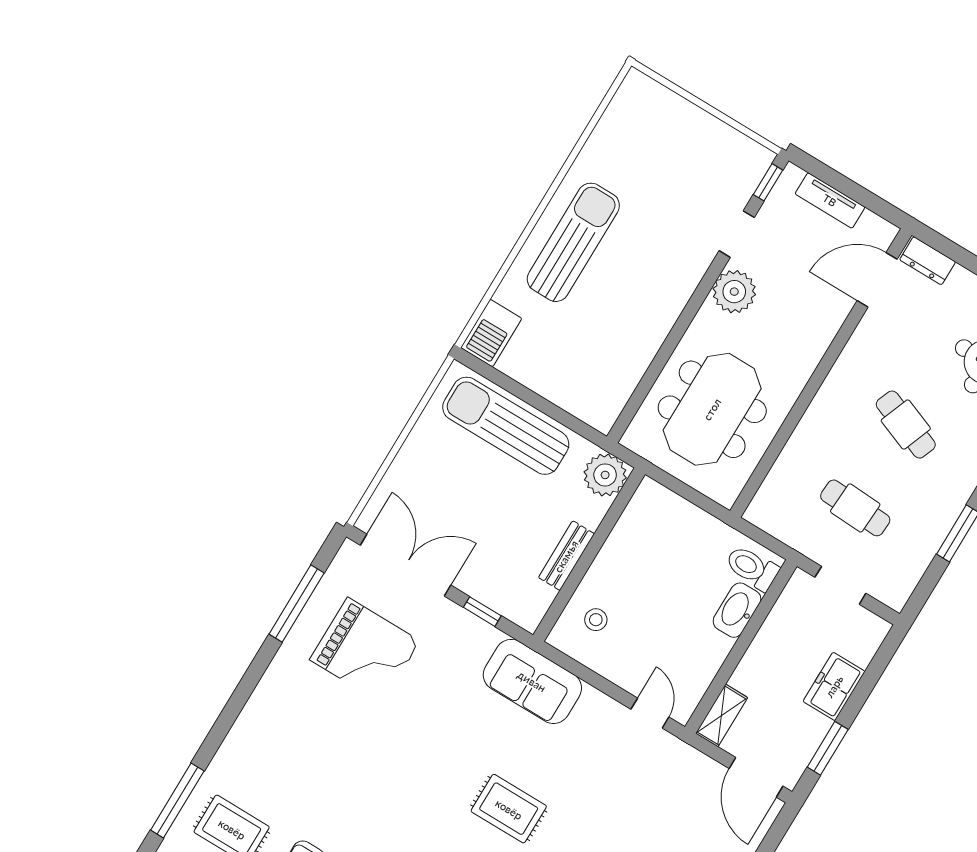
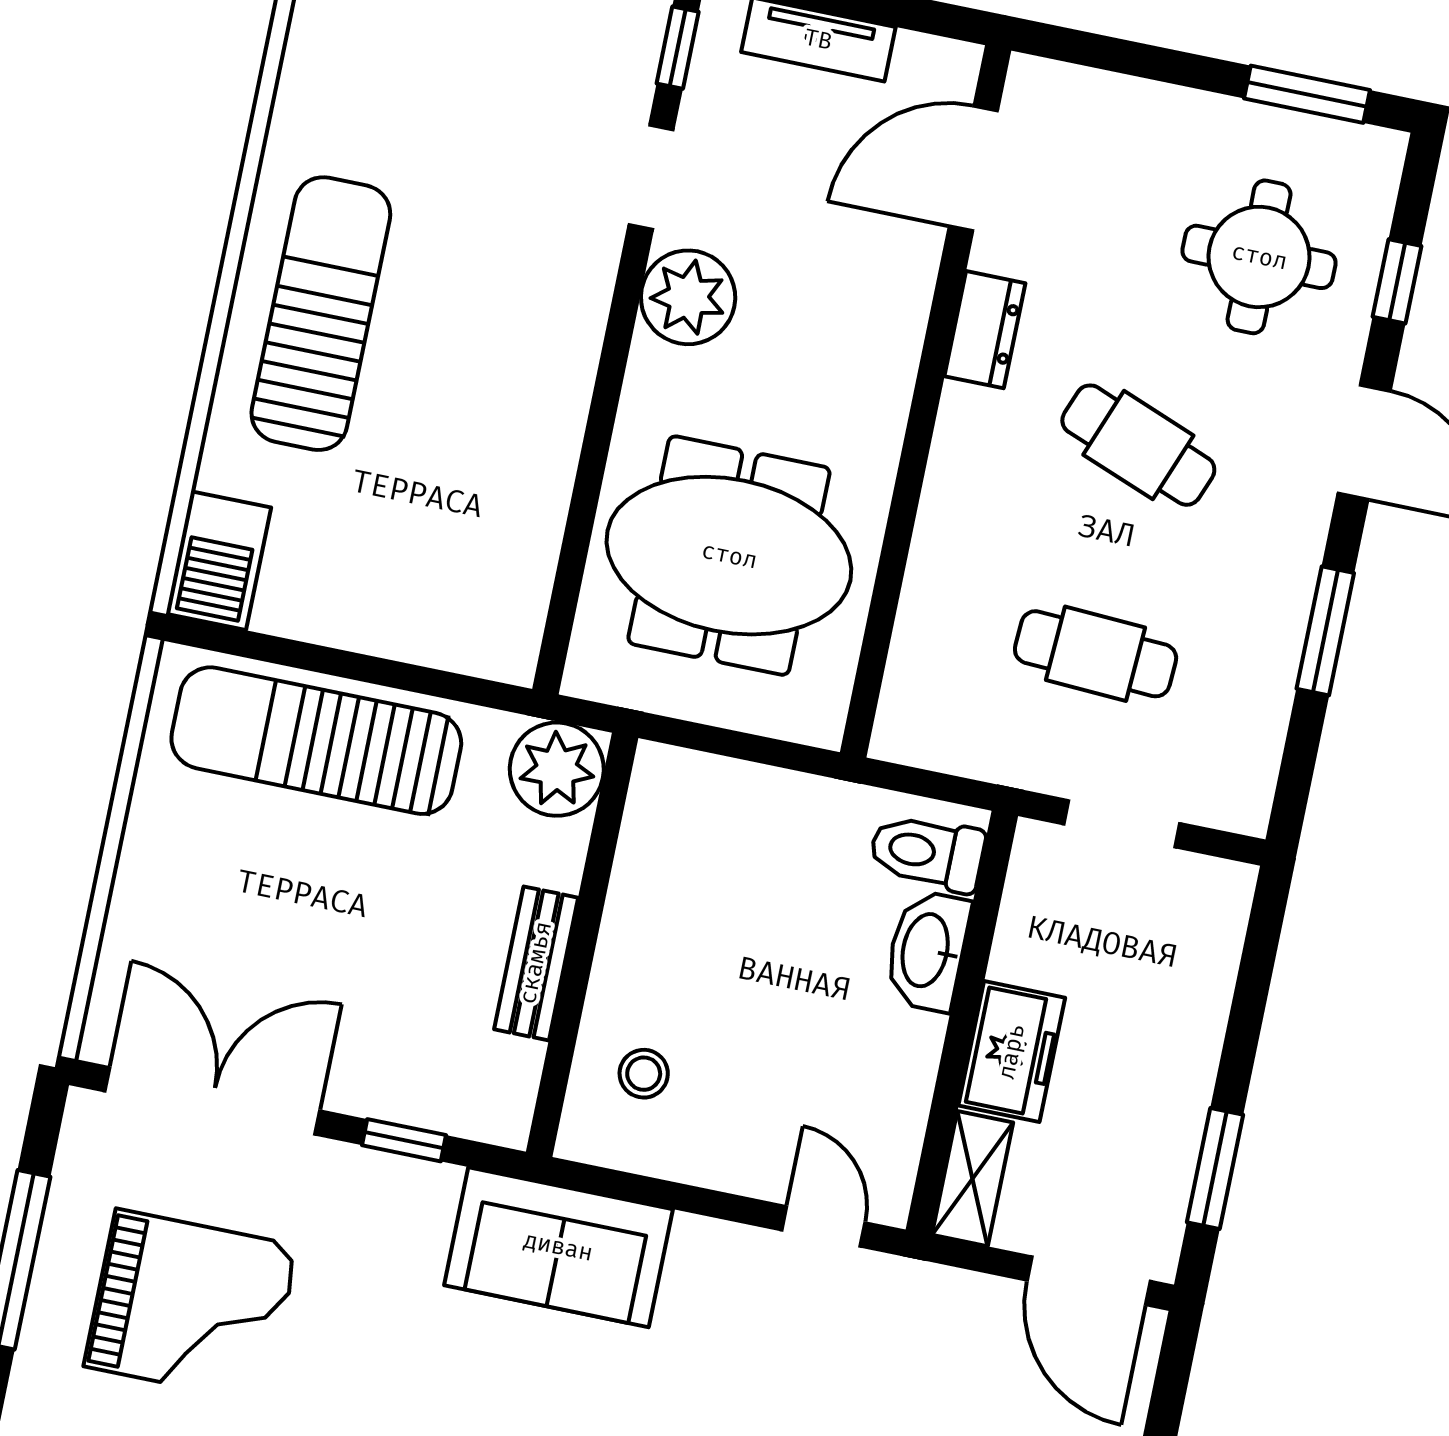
dresser: (928, 261) -> (985, 330), moved, turned -90
meeting table: (712, 409) -> (729, 556), turned 90
freezer: (834, 686) -> (1012, 1052), moved, turned 180

